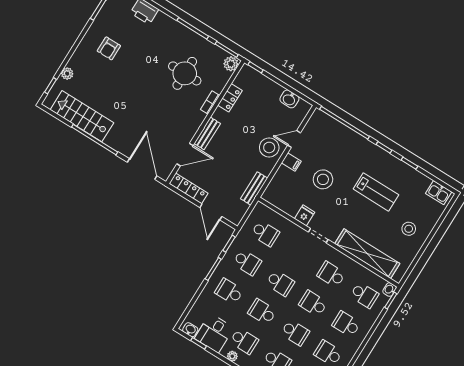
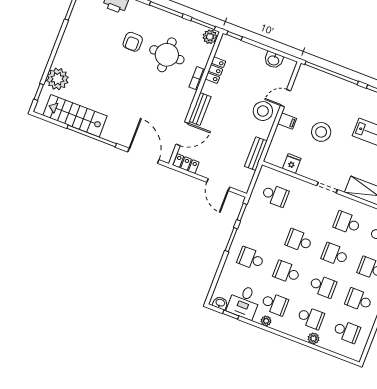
armchair: (109, 48) -> (133, 42), moved
plant: (67, 74) -> (57, 79), width x1.87, depth x1.87
locker: (188, 188) -> (186, 164), width x0.66
fridge: (305, 215) -> (292, 163), moved
school desk: (247, 262) -> (263, 227), removed
school desk: (280, 283) -> (299, 241), turned 180

